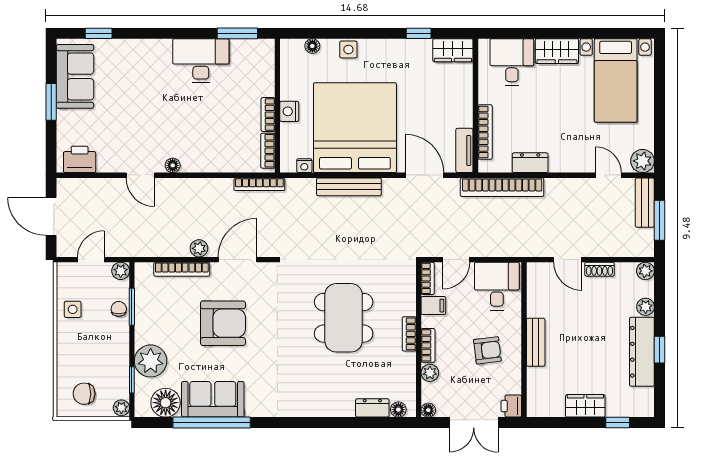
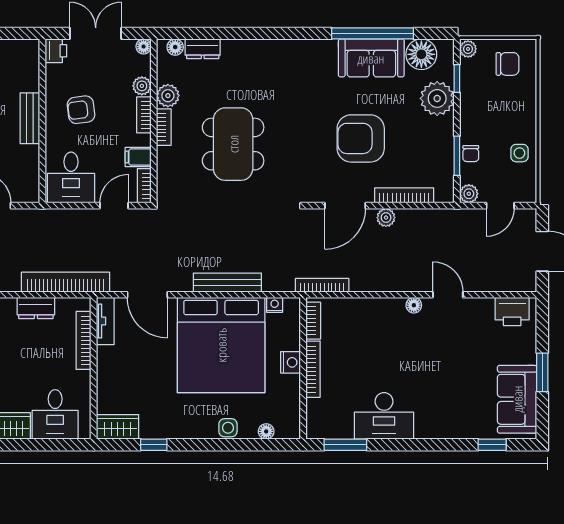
bookcase: (268, 115) -> (313, 369), width x1.56
plant: (405, 364) -> (168, 96), added

